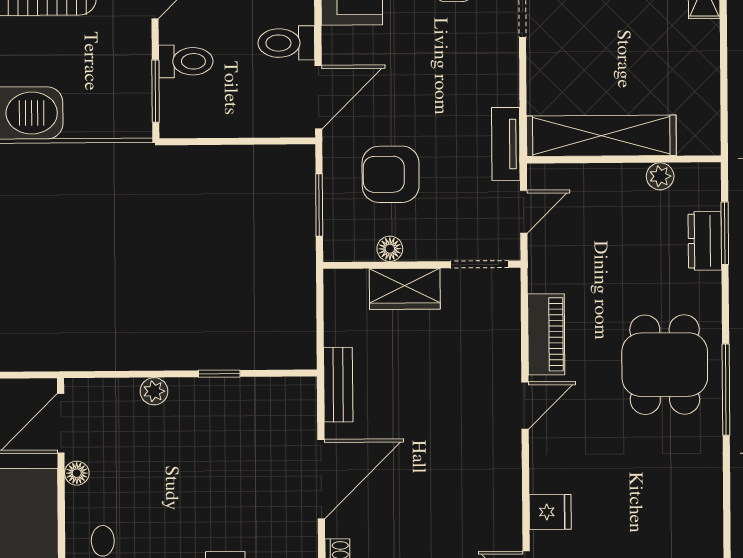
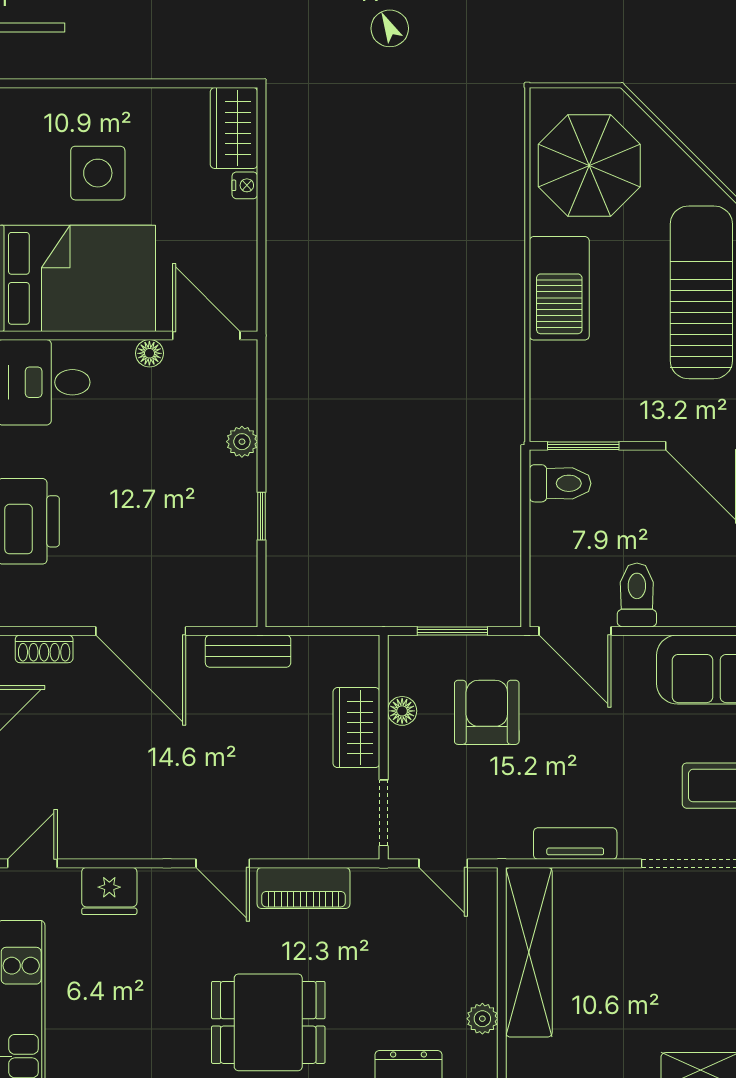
toilet: (186, 61) -> (560, 483), moved, turned -90
tv unit: (506, 144) -> (575, 844), moved
fridge: (550, 512) -> (109, 891), width x1.38

